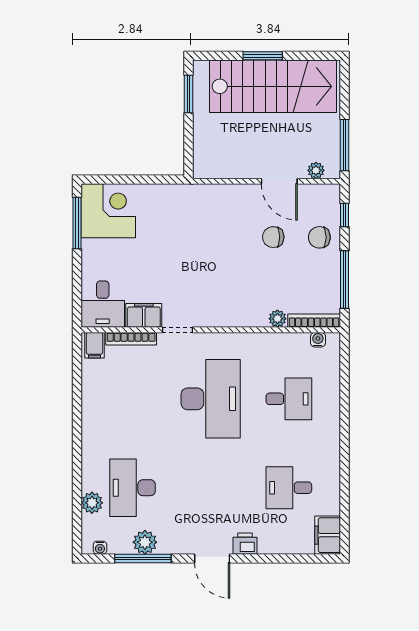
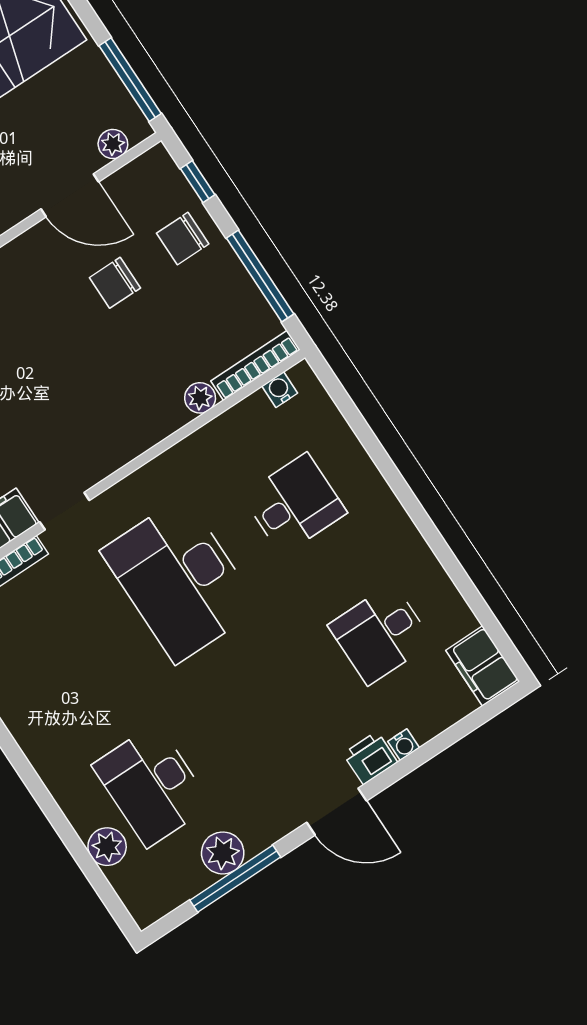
desk: (211, 399) -> (180, 580), turned 180
water cooler: (100, 548) -> (404, 745), moved

